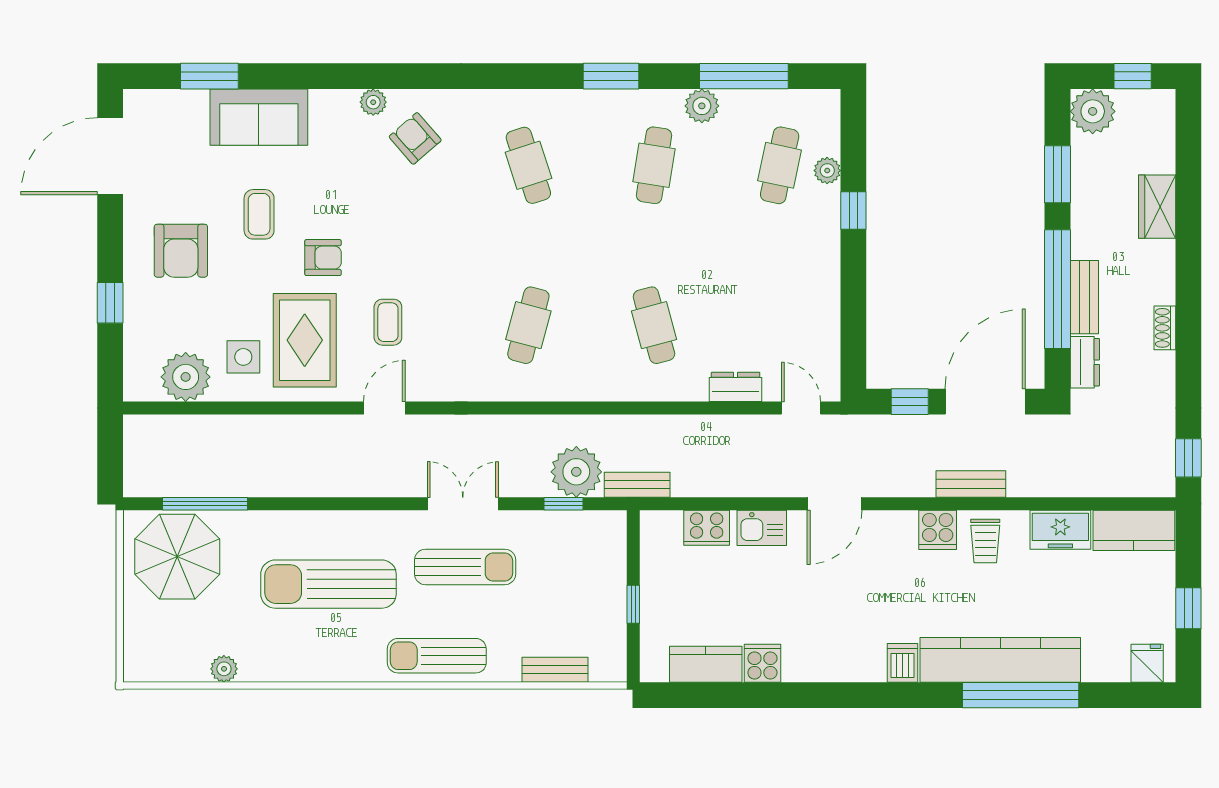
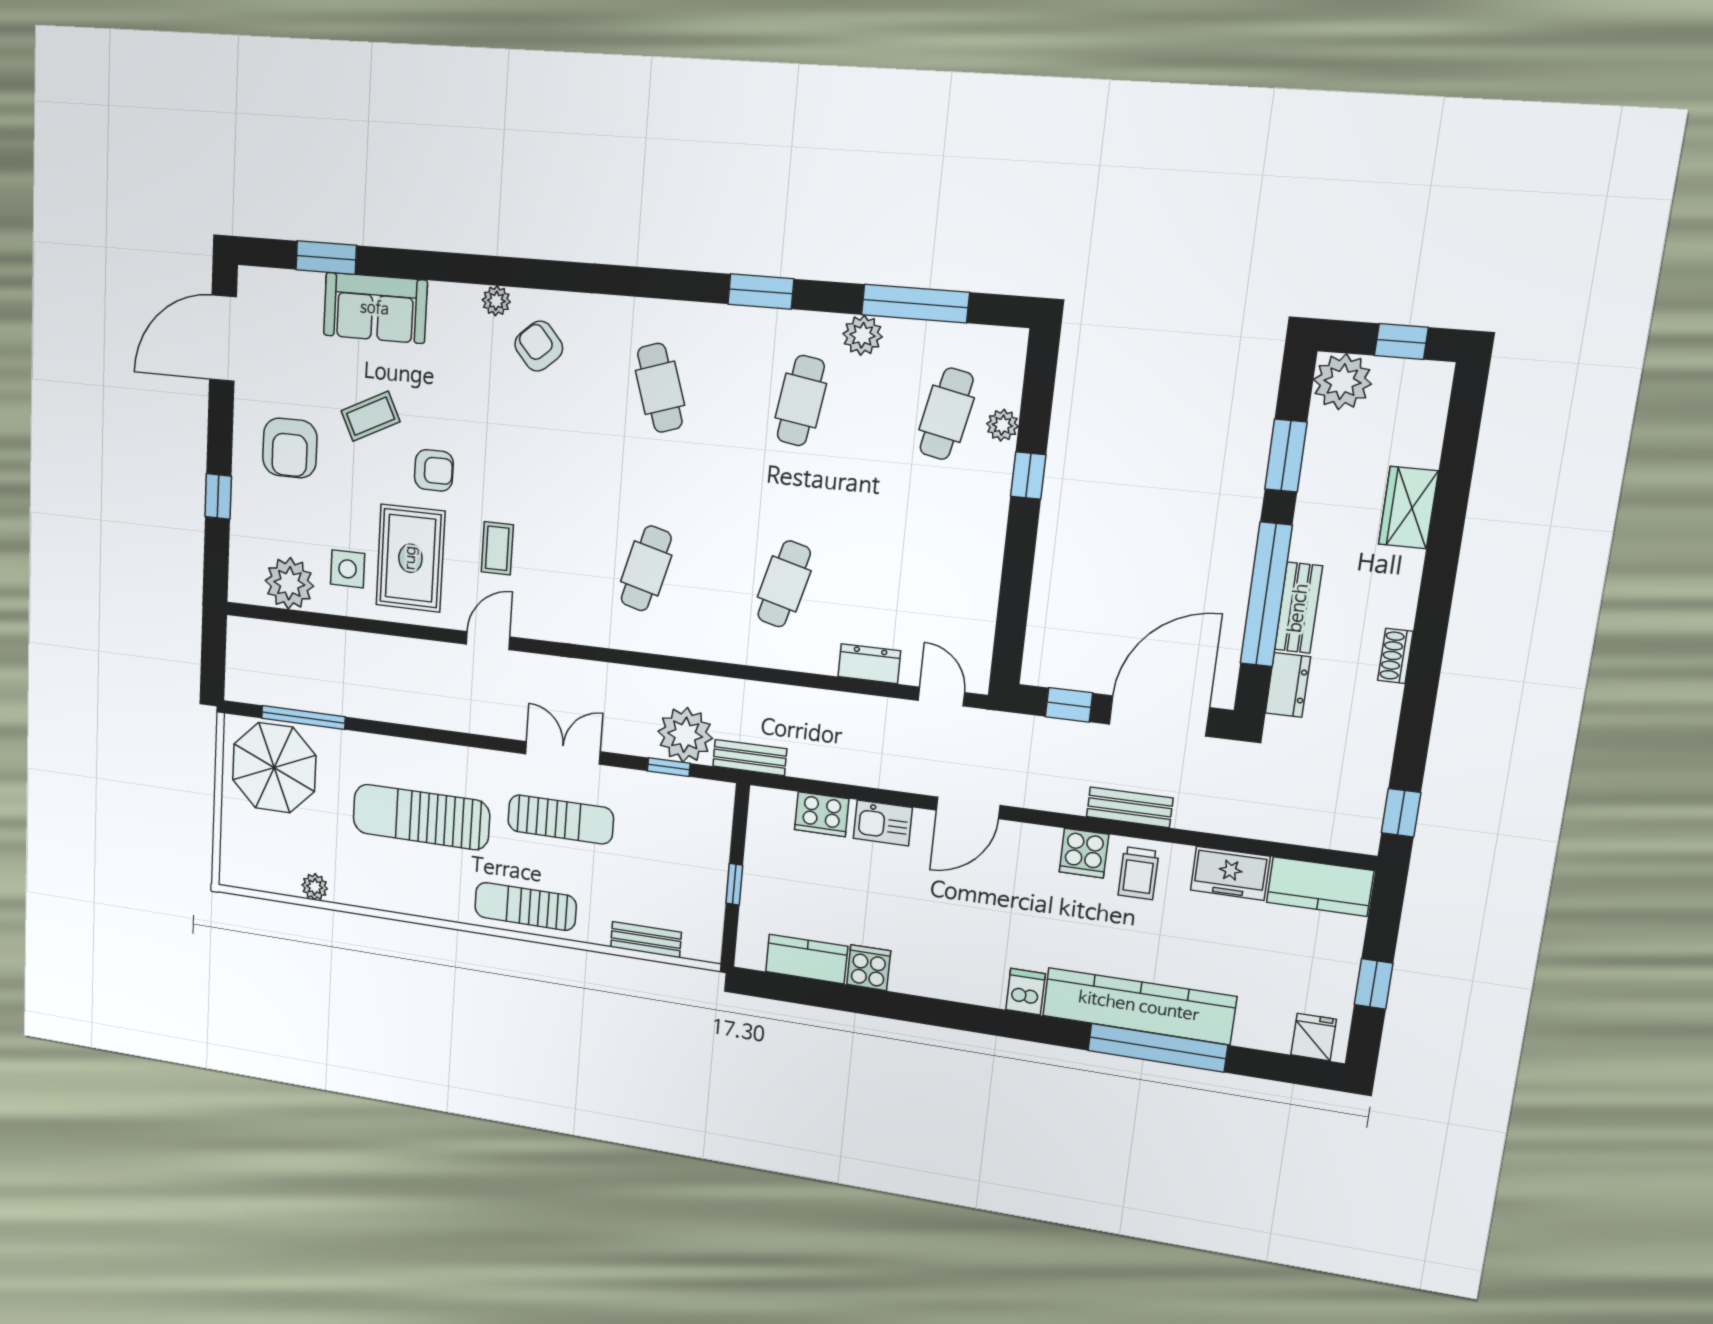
coffee table: (259, 214) -> (370, 416), turned 64
cafe table: (654, 325) -> (784, 584), turned 30

